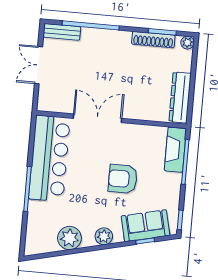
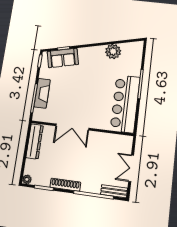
shoe rack: (153, 40) -> (65, 185), moved
double door: (38, 65) -> (131, 168), swing flipped
double door: (97, 118) -> (72, 127), moved
fireplace: (175, 150) -> (42, 93), moved
armchair: (123, 179) -> (76, 89), removed
plant: (104, 236) -> (90, 52), removed

